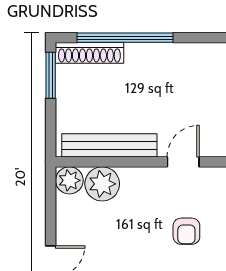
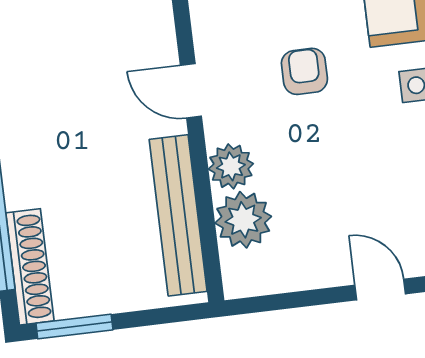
plant: (69, 180) -> (231, 166), moved
armchair: (186, 231) -> (304, 71), turned -90

